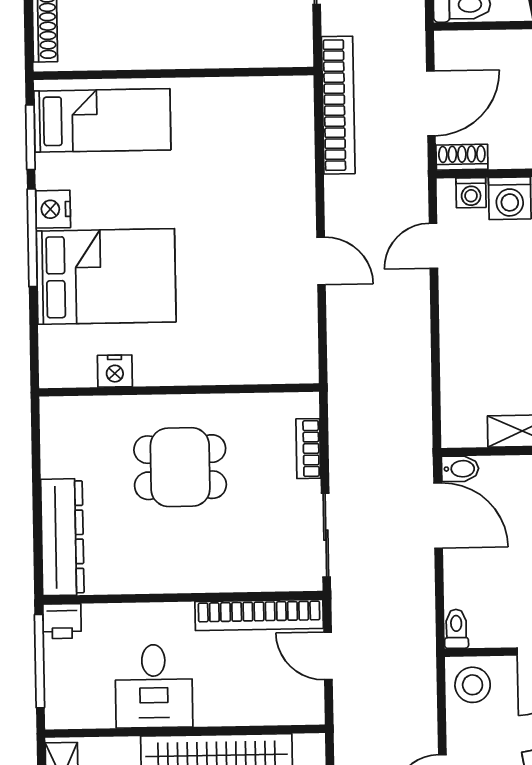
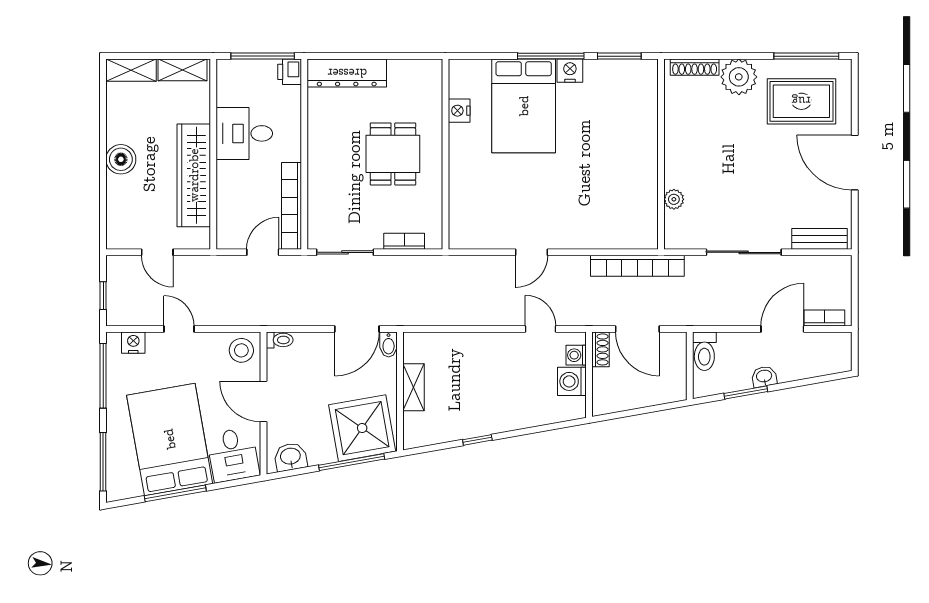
plant: (239, 53) -> (674, 199), added
bed: (102, 120) -> (630, 105), removed

